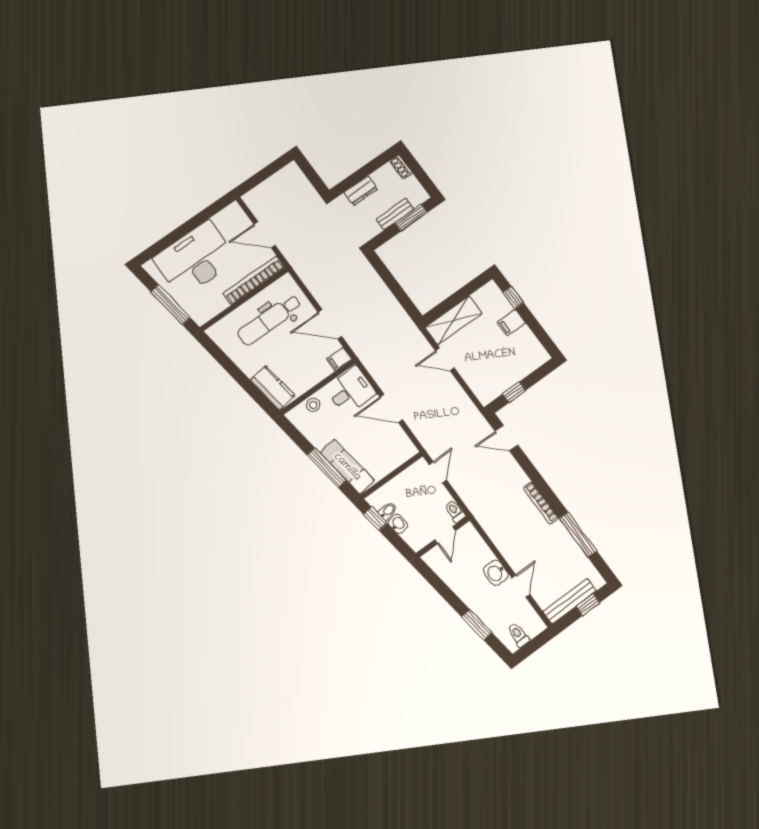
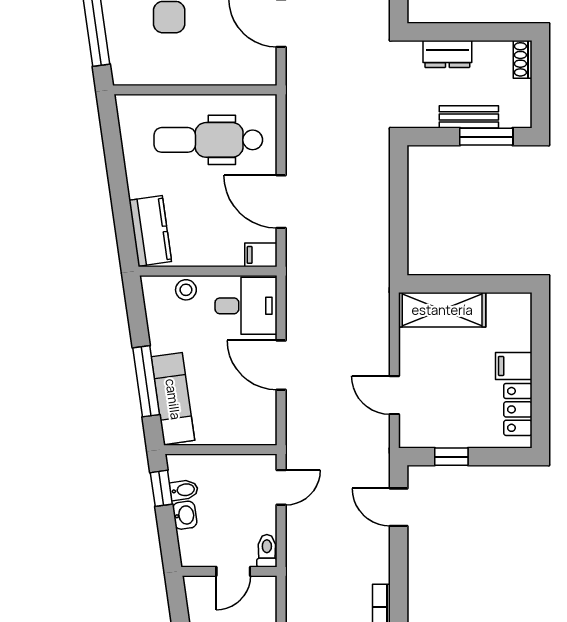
bookcase: (254, 280) -> (225, 74), removed
window: (513, 298) -> (540, 336), removed
locker: (530, 343) -> (518, 409), added
door: (445, 359) -> (394, 395), moved

